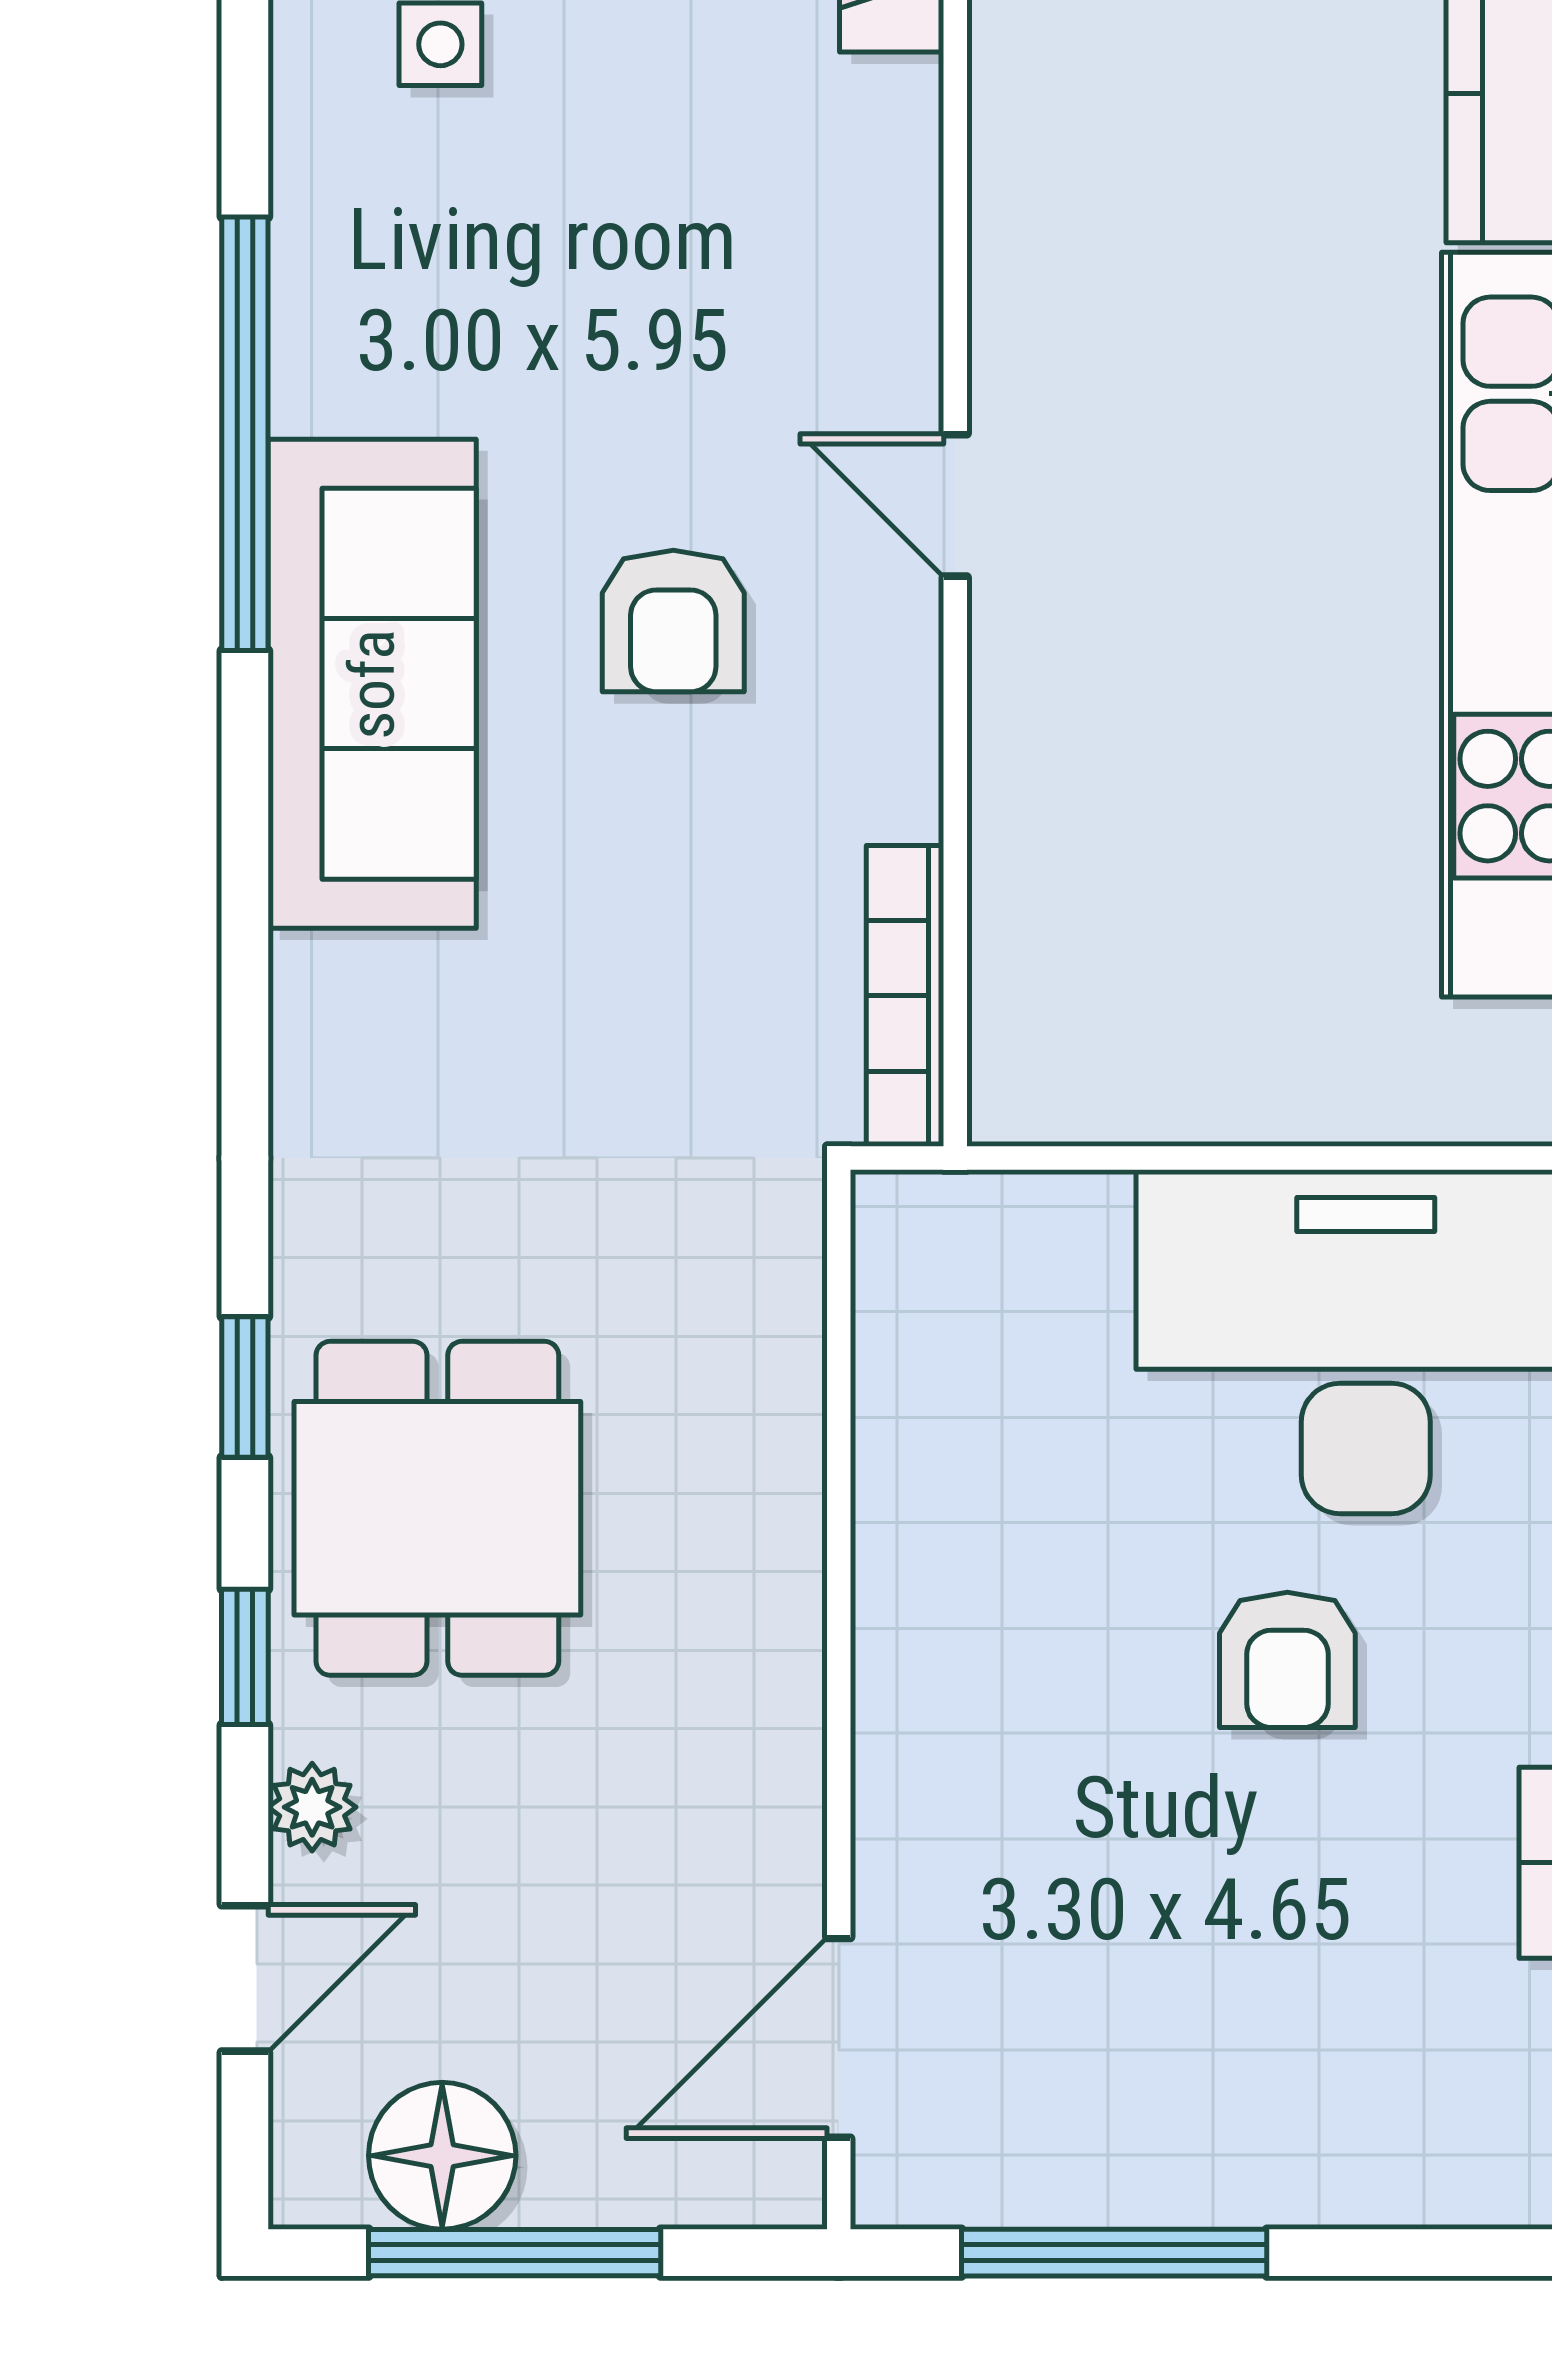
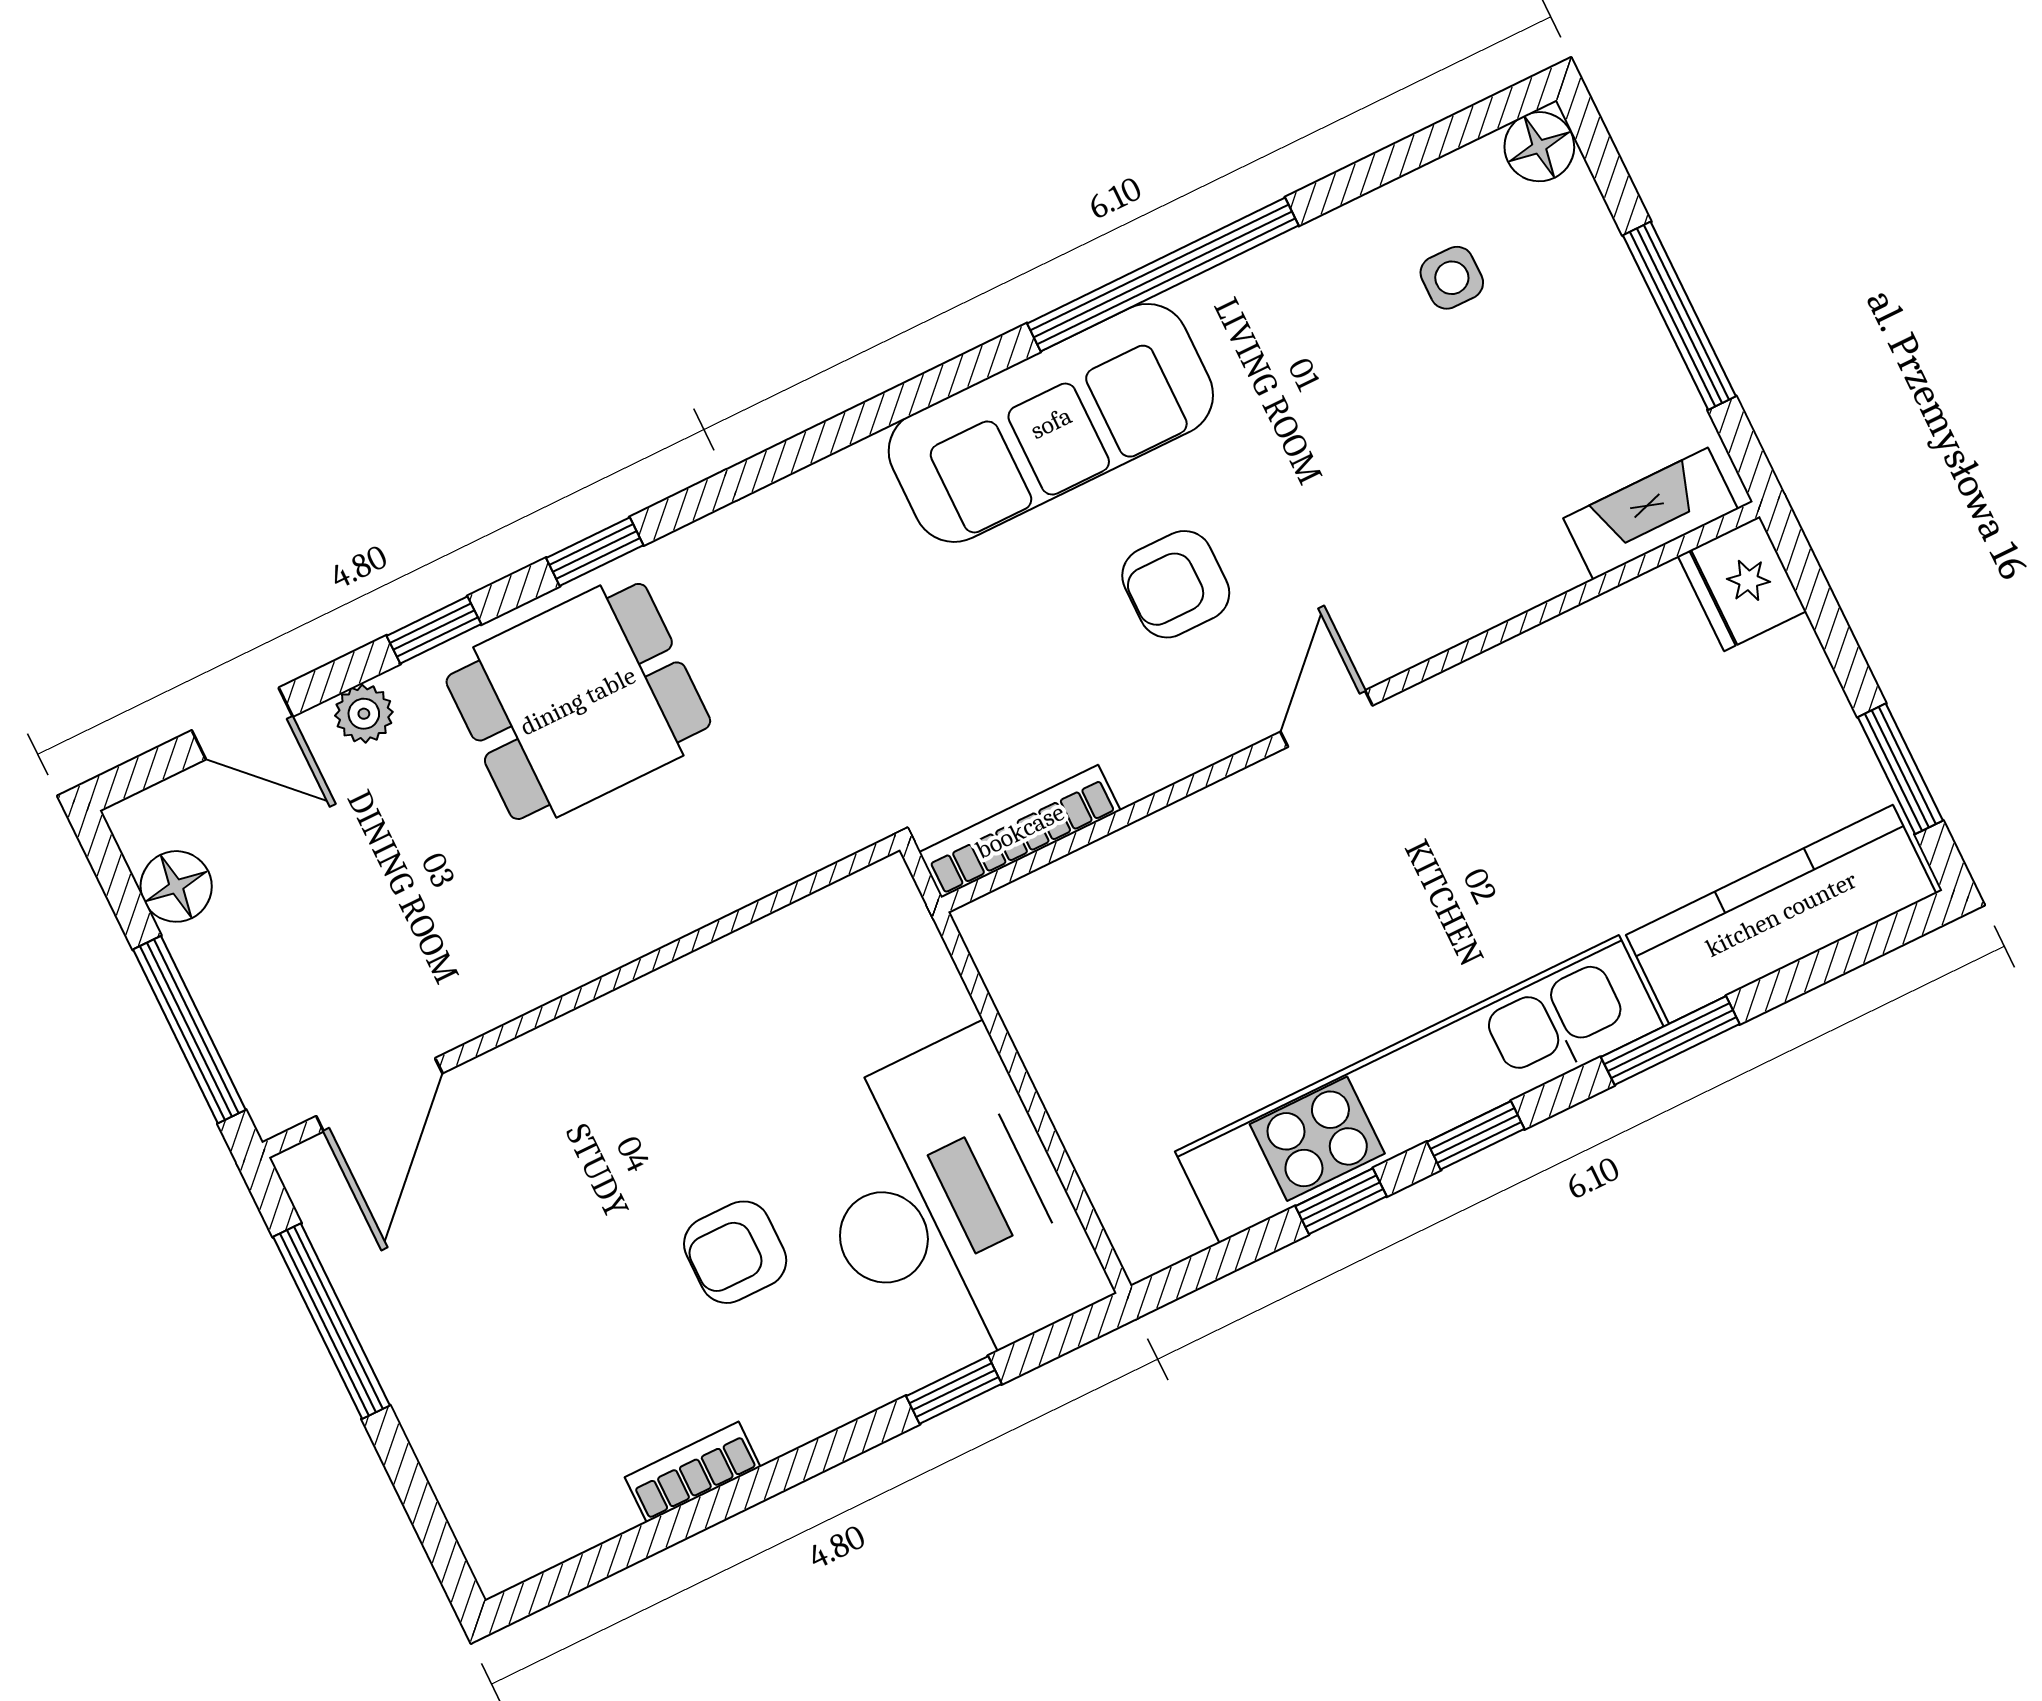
door: (839, 2038) -> (379, 1095), swing flipped
floor lamp: (442, 2156) -> (176, 886), width x0.73, depth x0.73
window: (515, 2253) -> (189, 1030), moved

